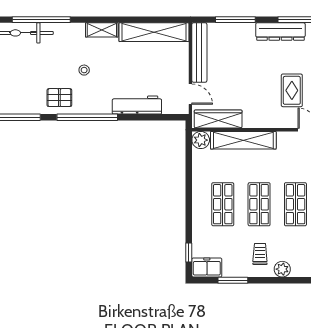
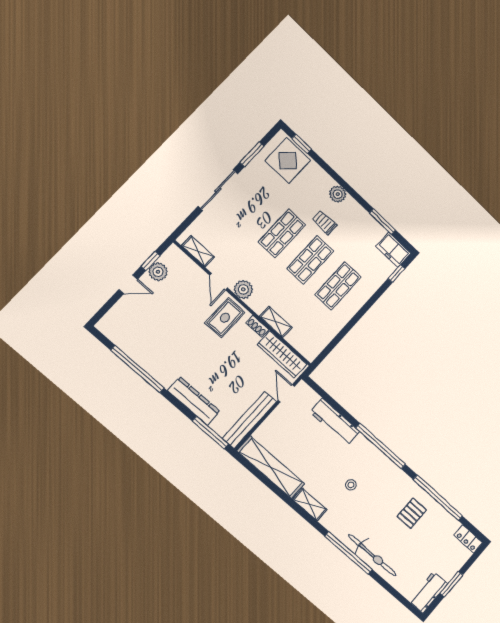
window: (235, 20) -> (210, 433), moved
dresser: (280, 32) -> (194, 401), moved
rug: (292, 90) -> (225, 318), moved
pallet: (59, 98) -> (412, 513), moved, turned 90
shoe rack: (253, 123) -> (257, 326), added
plant: (201, 140) -> (243, 289), moved
shelving: (243, 140) -> (276, 322), width x0.45, depth x0.75
trolley: (260, 254) -> (325, 222), moved, turned 90

